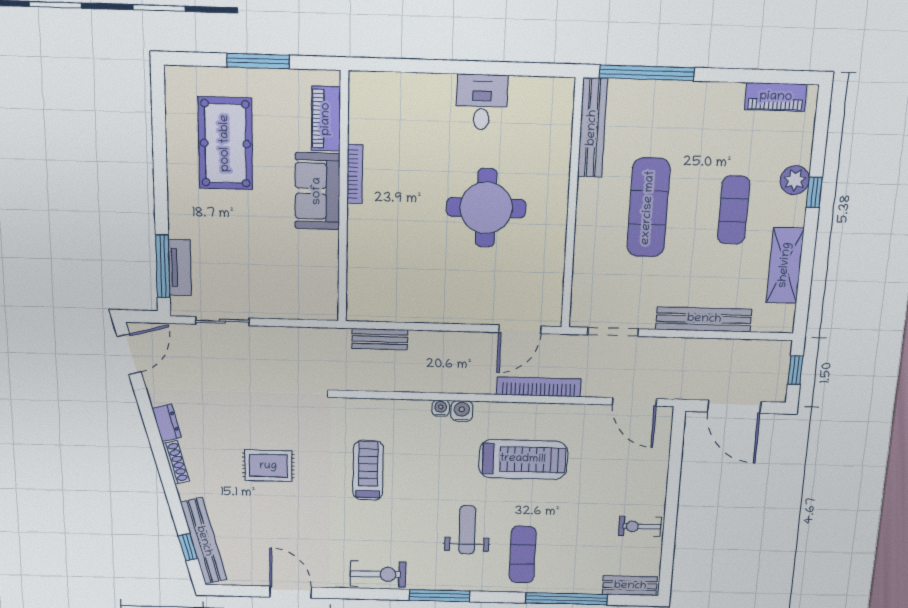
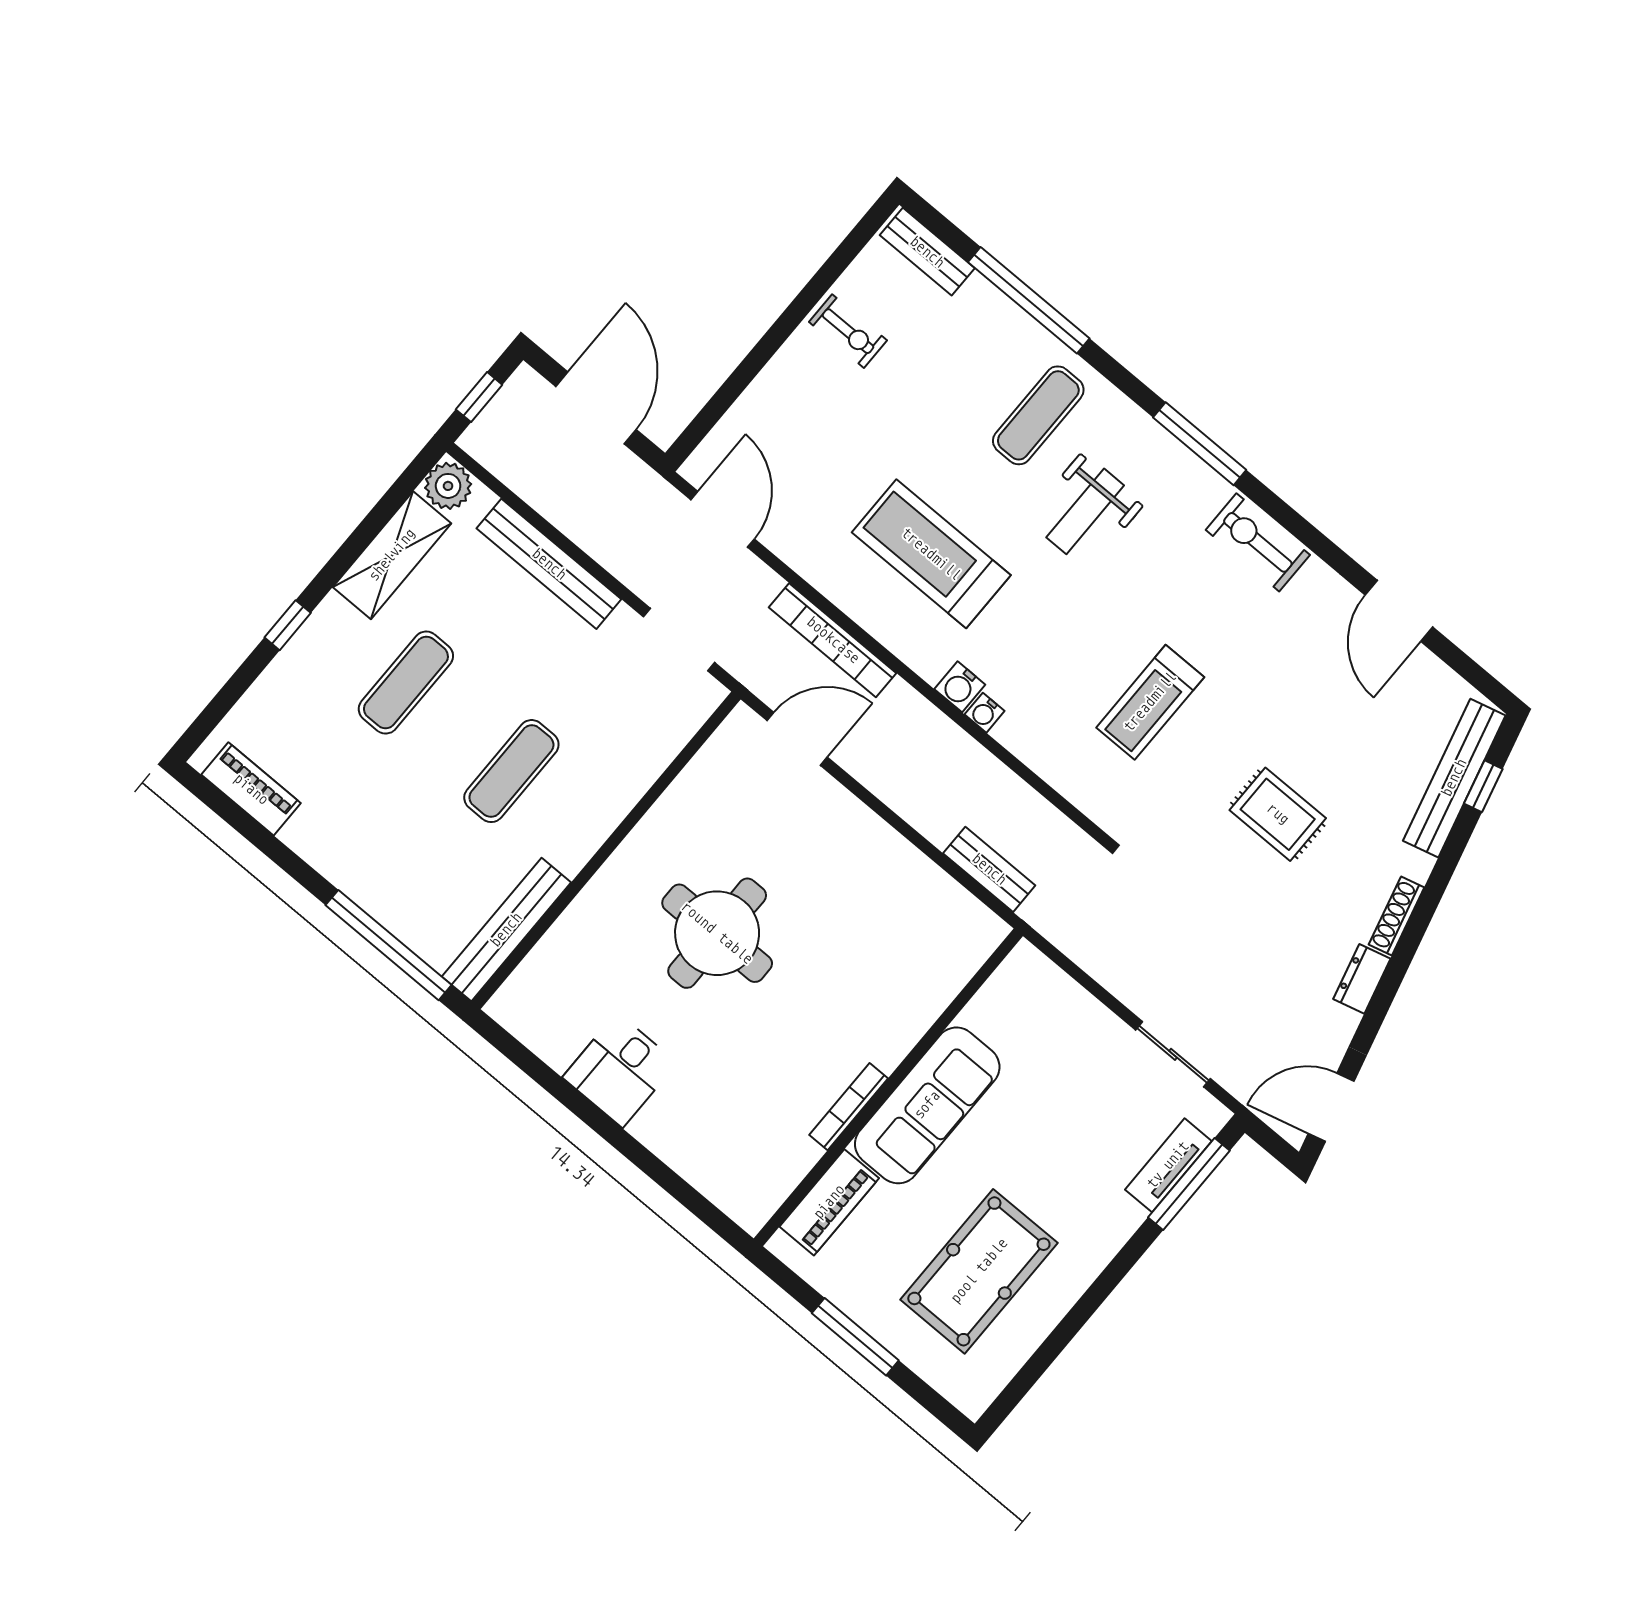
plant: (795, 180) -> (448, 486), moved
sofa: (317, 191) -> (927, 1105), width x1.36
exercise mat: (648, 208) -> (511, 771), width x0.73, depth x0.69

